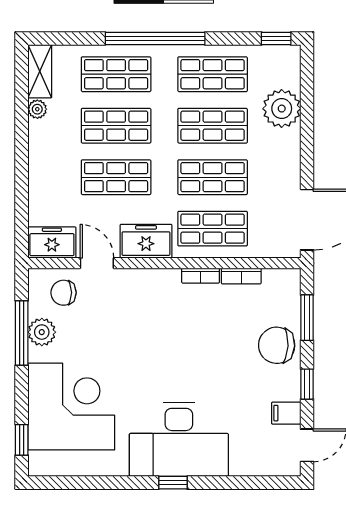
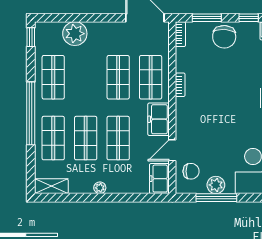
plant: (37, 109) -> (100, 188), moved
shop shelf: (213, 126) -> (86, 77), removed
bookcase: (241, 276) -> (180, 34), moved
chair: (63, 293) -> (191, 171), turned -90

